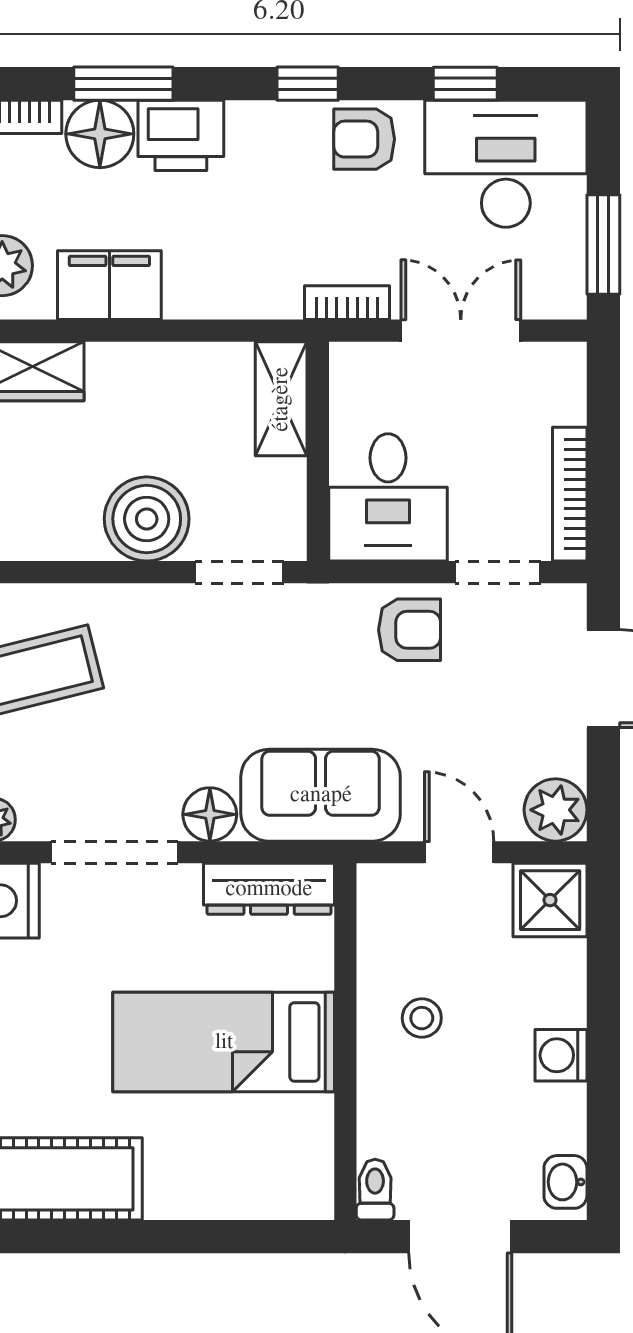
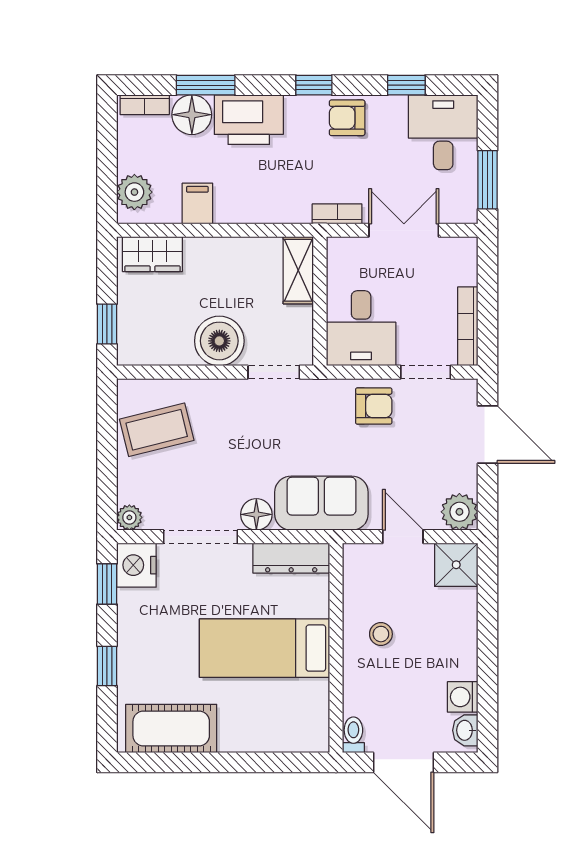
printer: (181, 135) -> (249, 120), width x1.37, depth x1.19
desk: (506, 164) -> (443, 132), width x0.73
filing cabinet: (109, 285) -> (197, 204), width x0.50
washing machine: (561, 1055) -> (463, 697), moved

